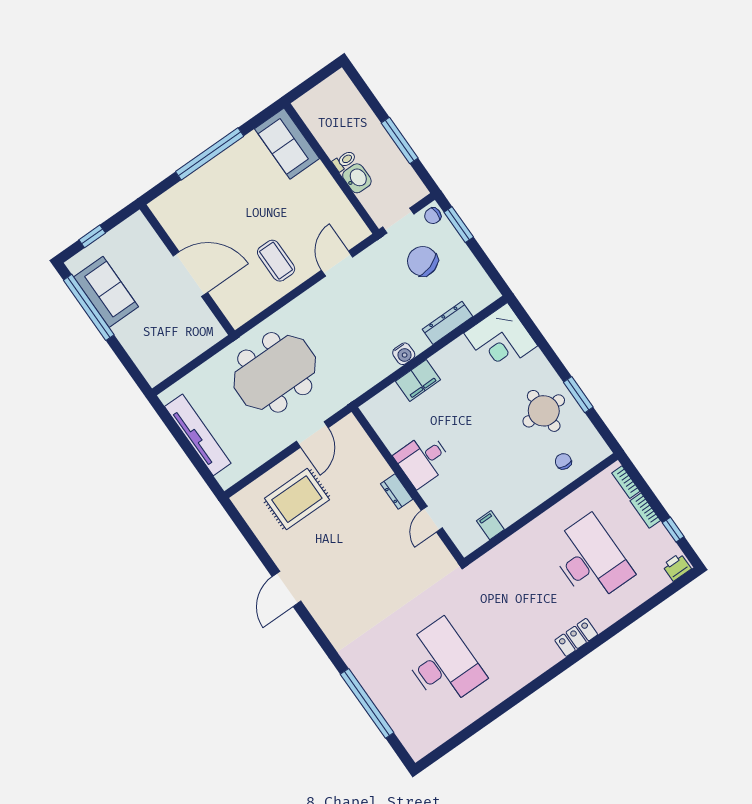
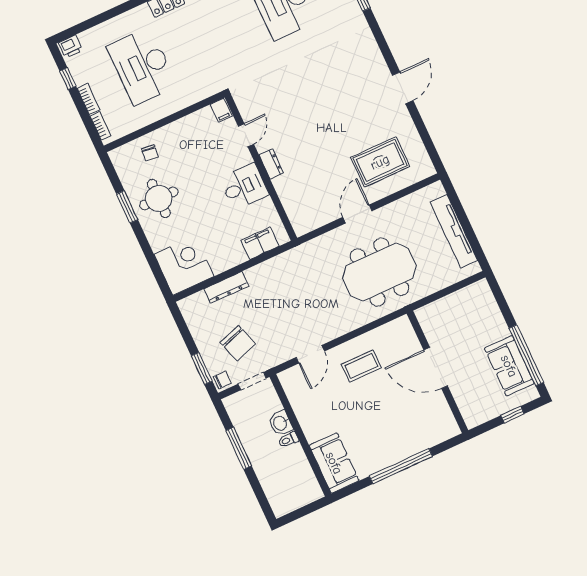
coffee table: (276, 261) -> (361, 366), turned 90
water cooler: (404, 354) -> (268, 268), removed
desk: (423, 460) -> (244, 187), moved
wall: (408, 485) -> (261, 168), moved
dresser: (397, 492) -> (271, 164), moved
door: (432, 519) -> (246, 135), moved

